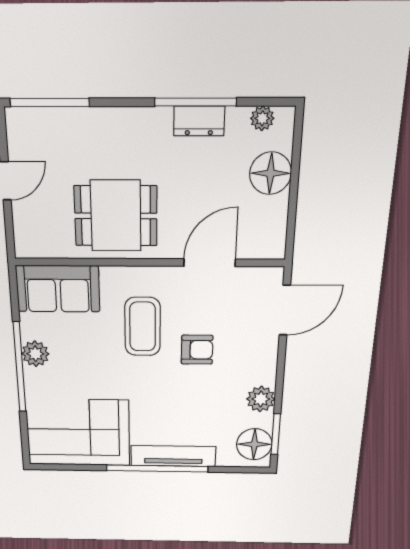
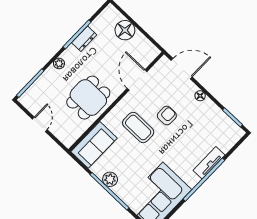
plant: (262, 118) -> (59, 64), moved
door: (285, 310) -> (182, 69), hinge flipped
plant: (261, 399) -> (211, 110), removed
floor lamp: (254, 444) -> (200, 96), moved, width x0.53, depth x0.53
tv unit: (173, 456) -> (209, 163), width x0.71

